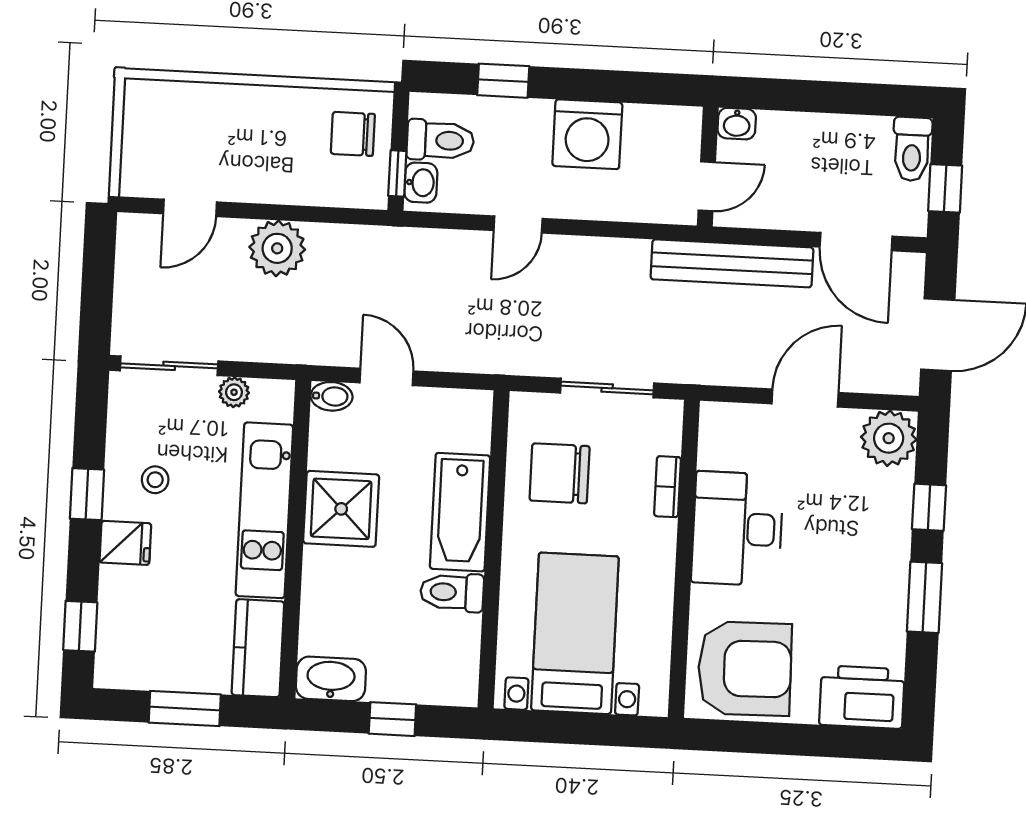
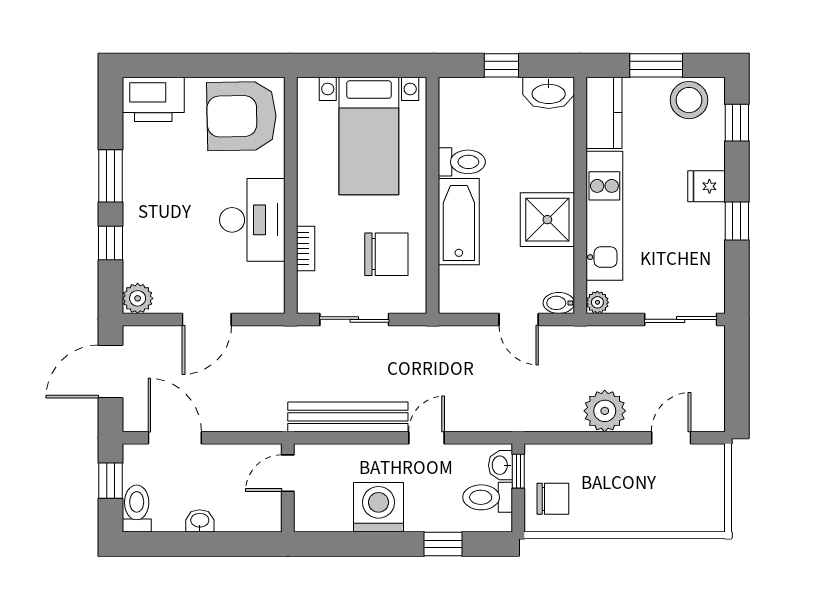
washbasin: (737, 124) -> (200, 521), moved
bench: (732, 263) -> (348, 417), moved
plant: (234, 392) -> (597, 302), moved
plant: (889, 438) -> (138, 298), width x0.73, depth x0.73
stool: (155, 480) -> (689, 100), moved, width x1.89, depth x1.89

